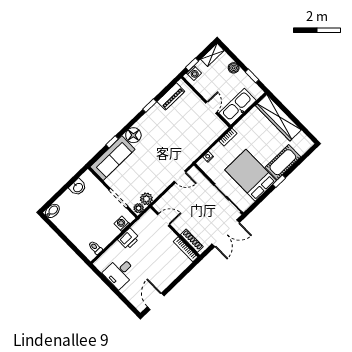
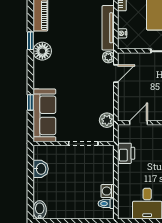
floor lamp: (133, 135) -> (42, 51), moved
tv unit: (203, 145) -> (108, 28), added
plant: (139, 208) -> (108, 57), moved
washing machine: (122, 224) -> (108, 191), moved
printer: (129, 239) -> (126, 153), moved

